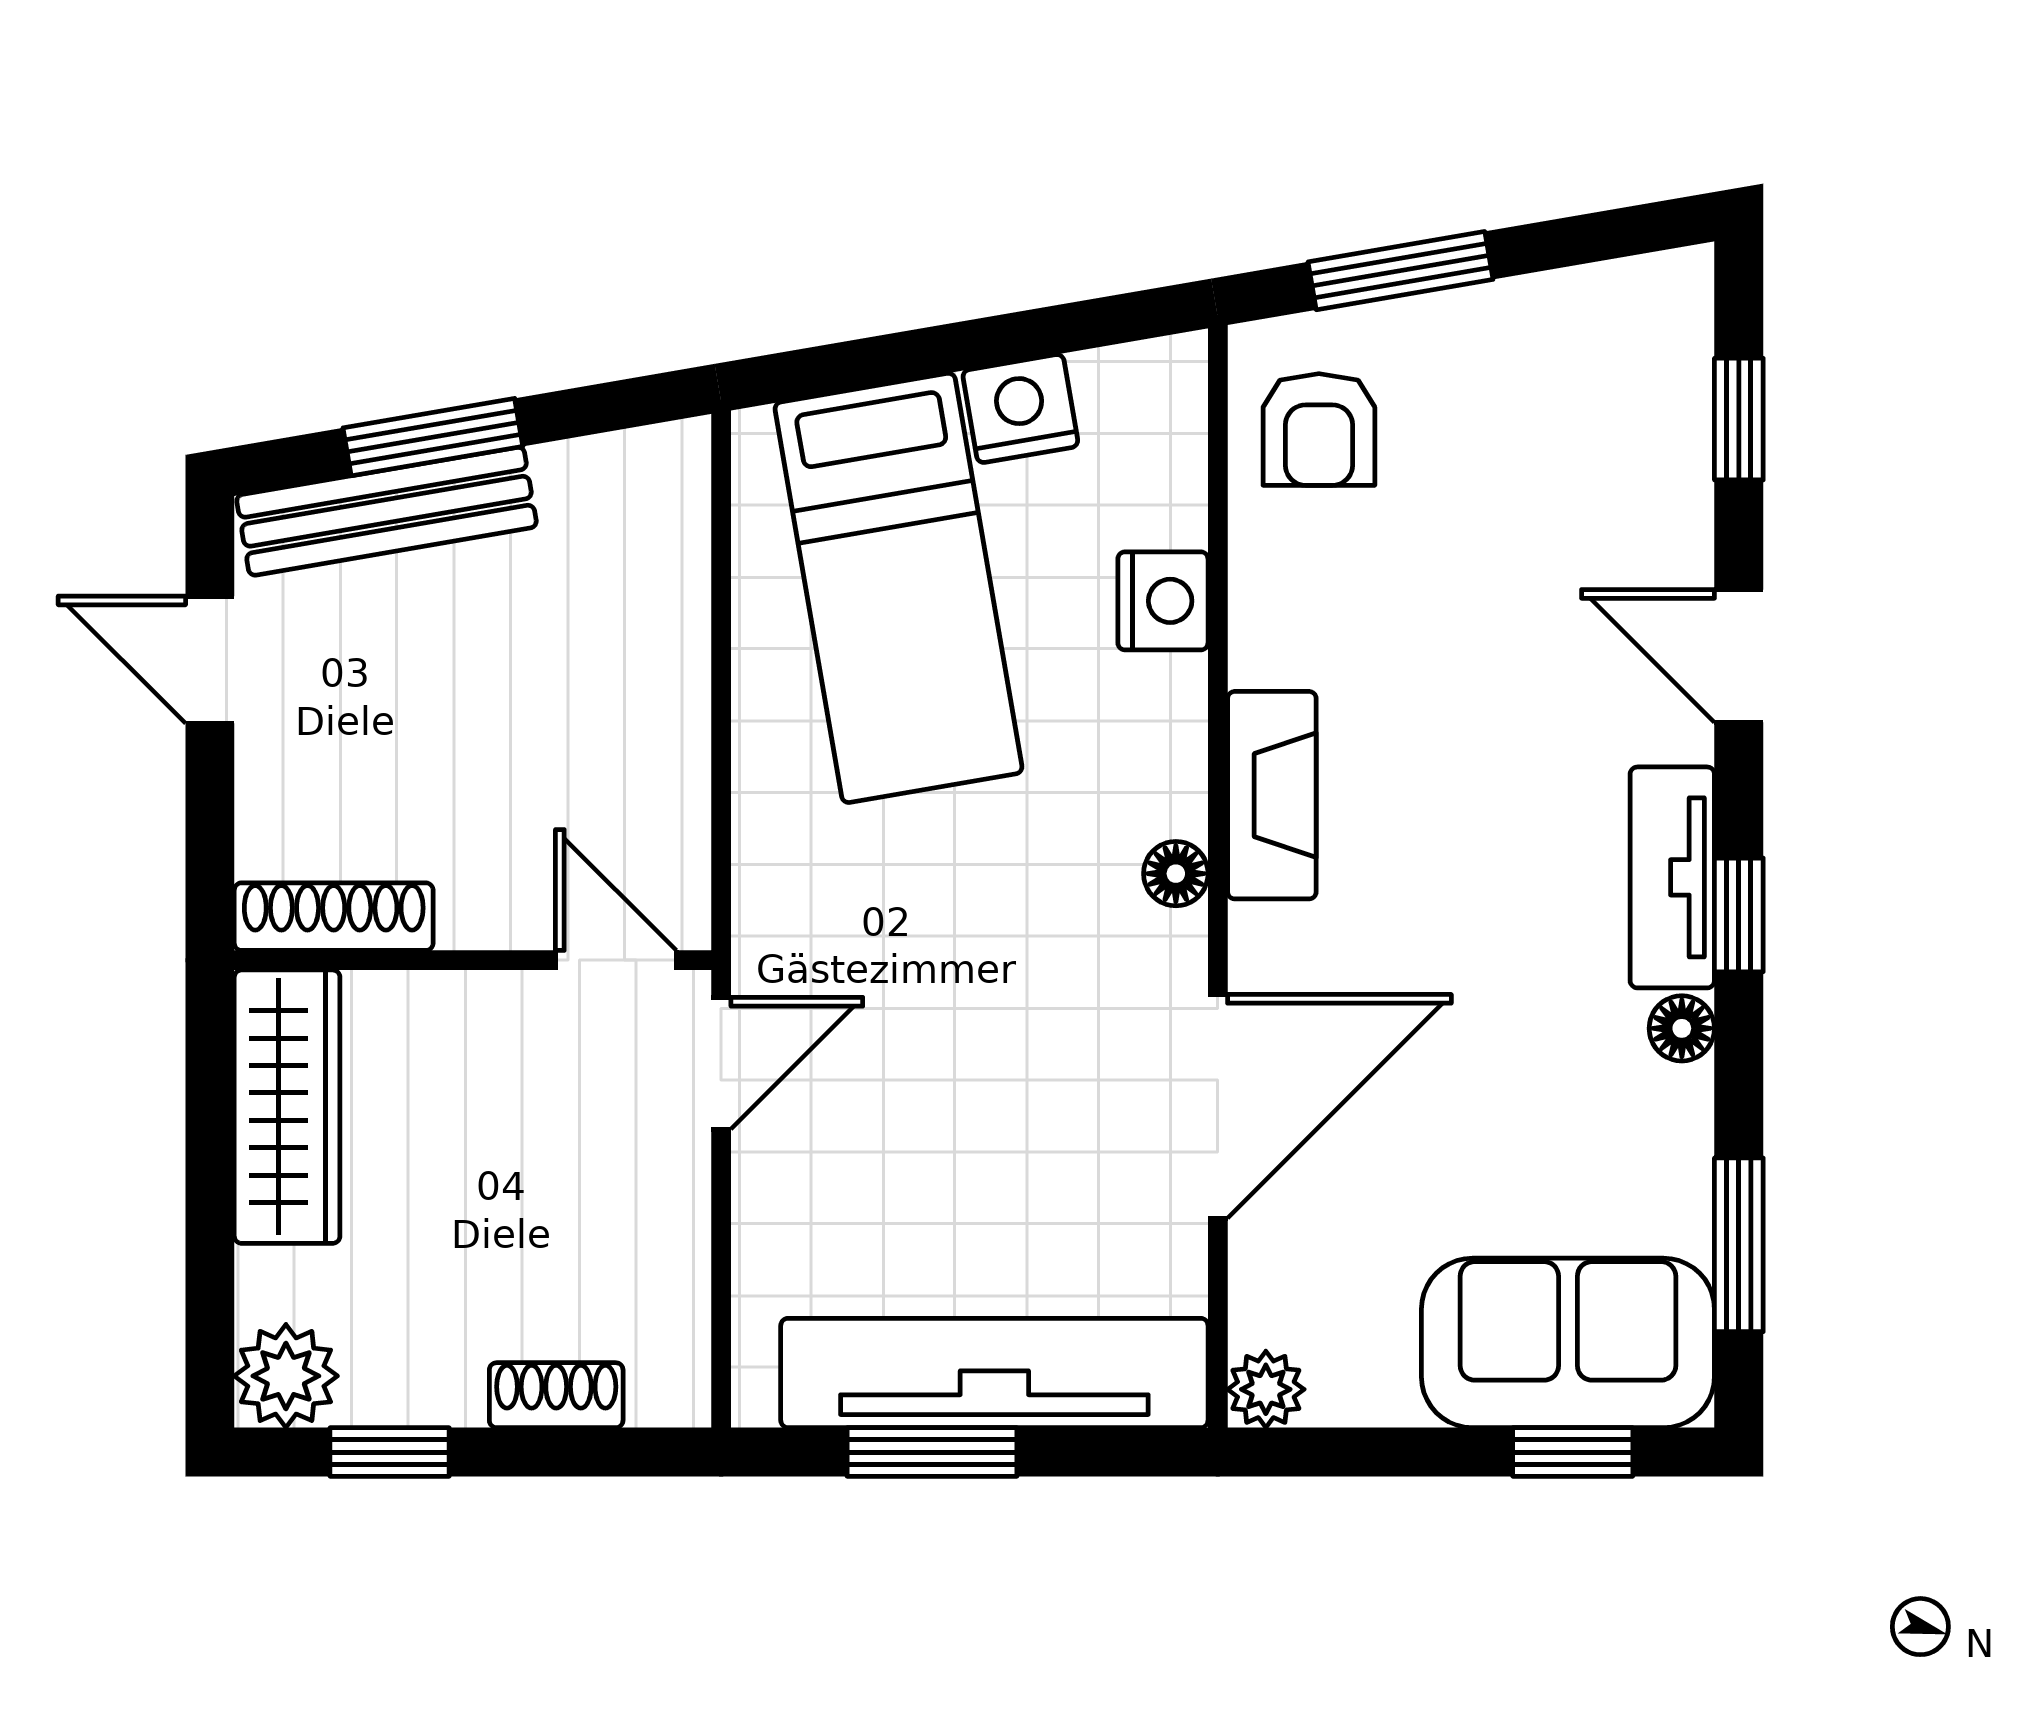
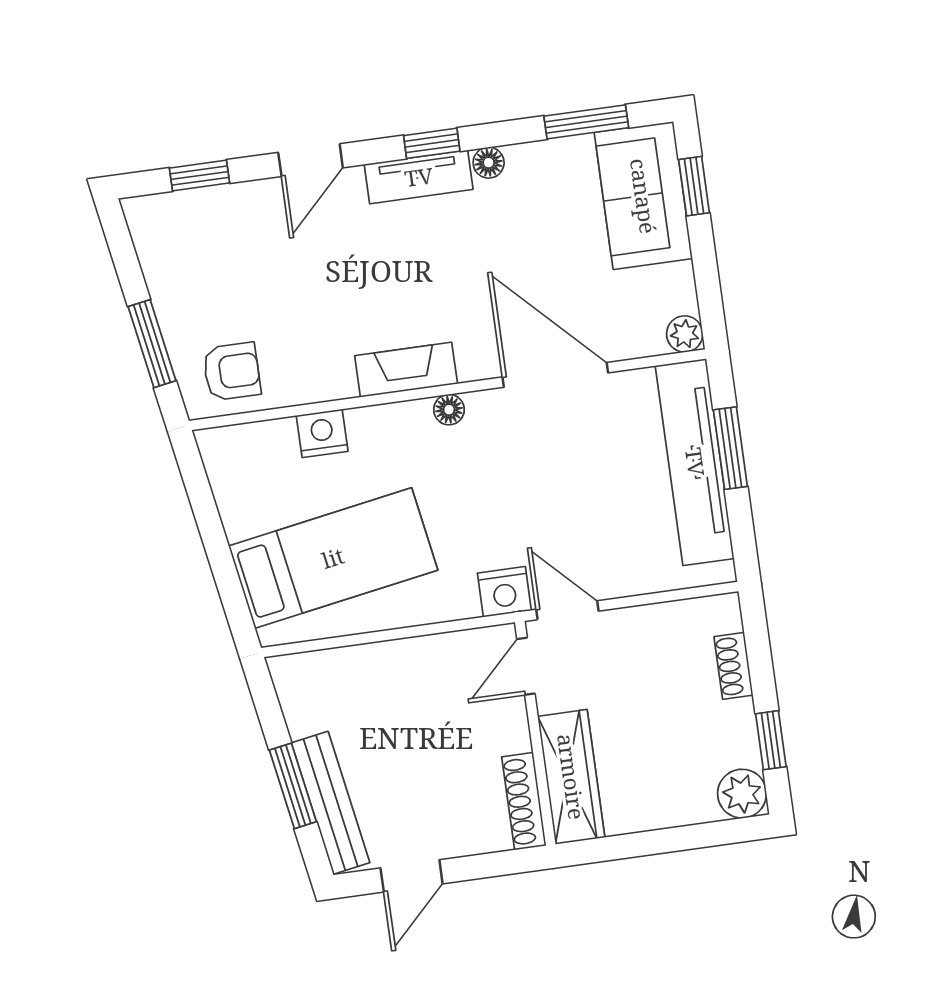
nightstand: (1020, 409) -> (504, 592), moved, turned -80
wardrobe: (287, 1107) -> (571, 777), moved, turned 90
window: (932, 1452) -> (730, 448), moved

